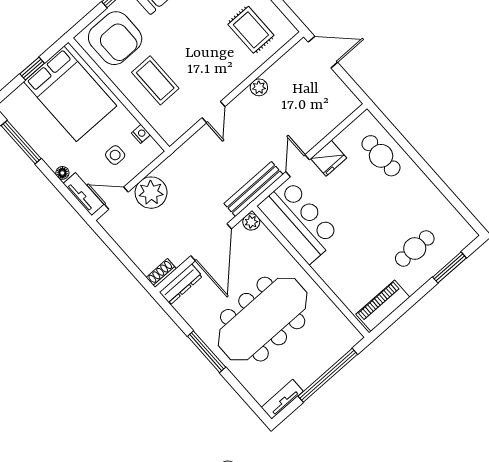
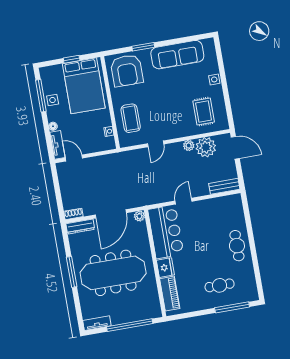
coffee table: (155, 80) -> (131, 118), moved
side table: (115, 155) -> (53, 100), moved
cafe table: (381, 156) -> (237, 246), moved
fridge: (329, 158) -> (165, 268), moved, turned -90
bench: (254, 189) -> (224, 186), moved, width x0.73
plant: (151, 193) -> (206, 147), moved
window: (450, 267) -> (232, 307), width x1.44
piano: (383, 306) -> (170, 294), moved, turned 90

